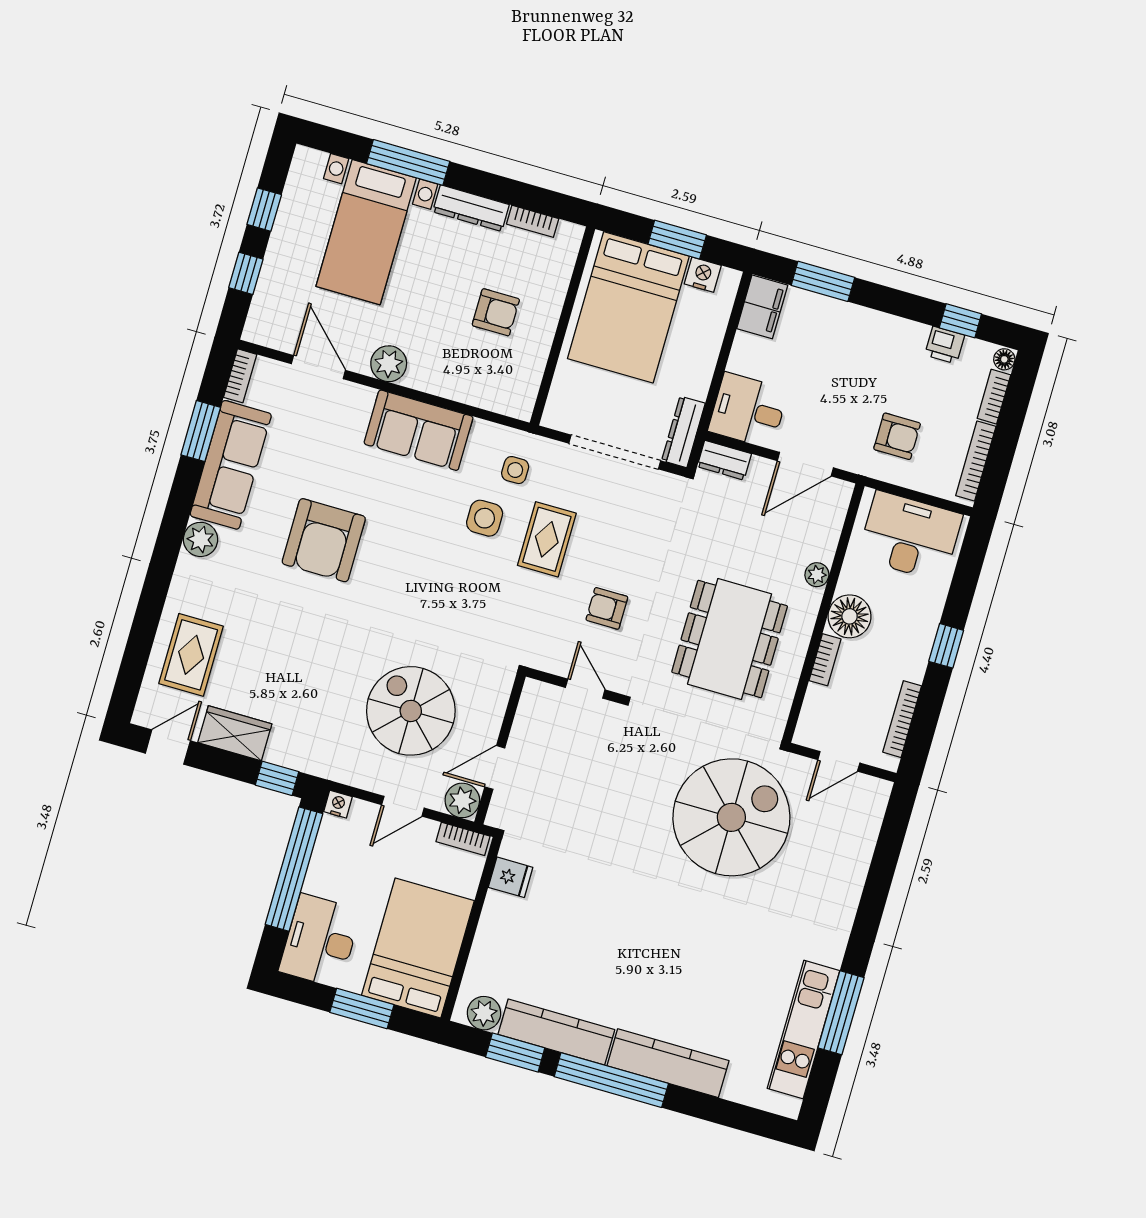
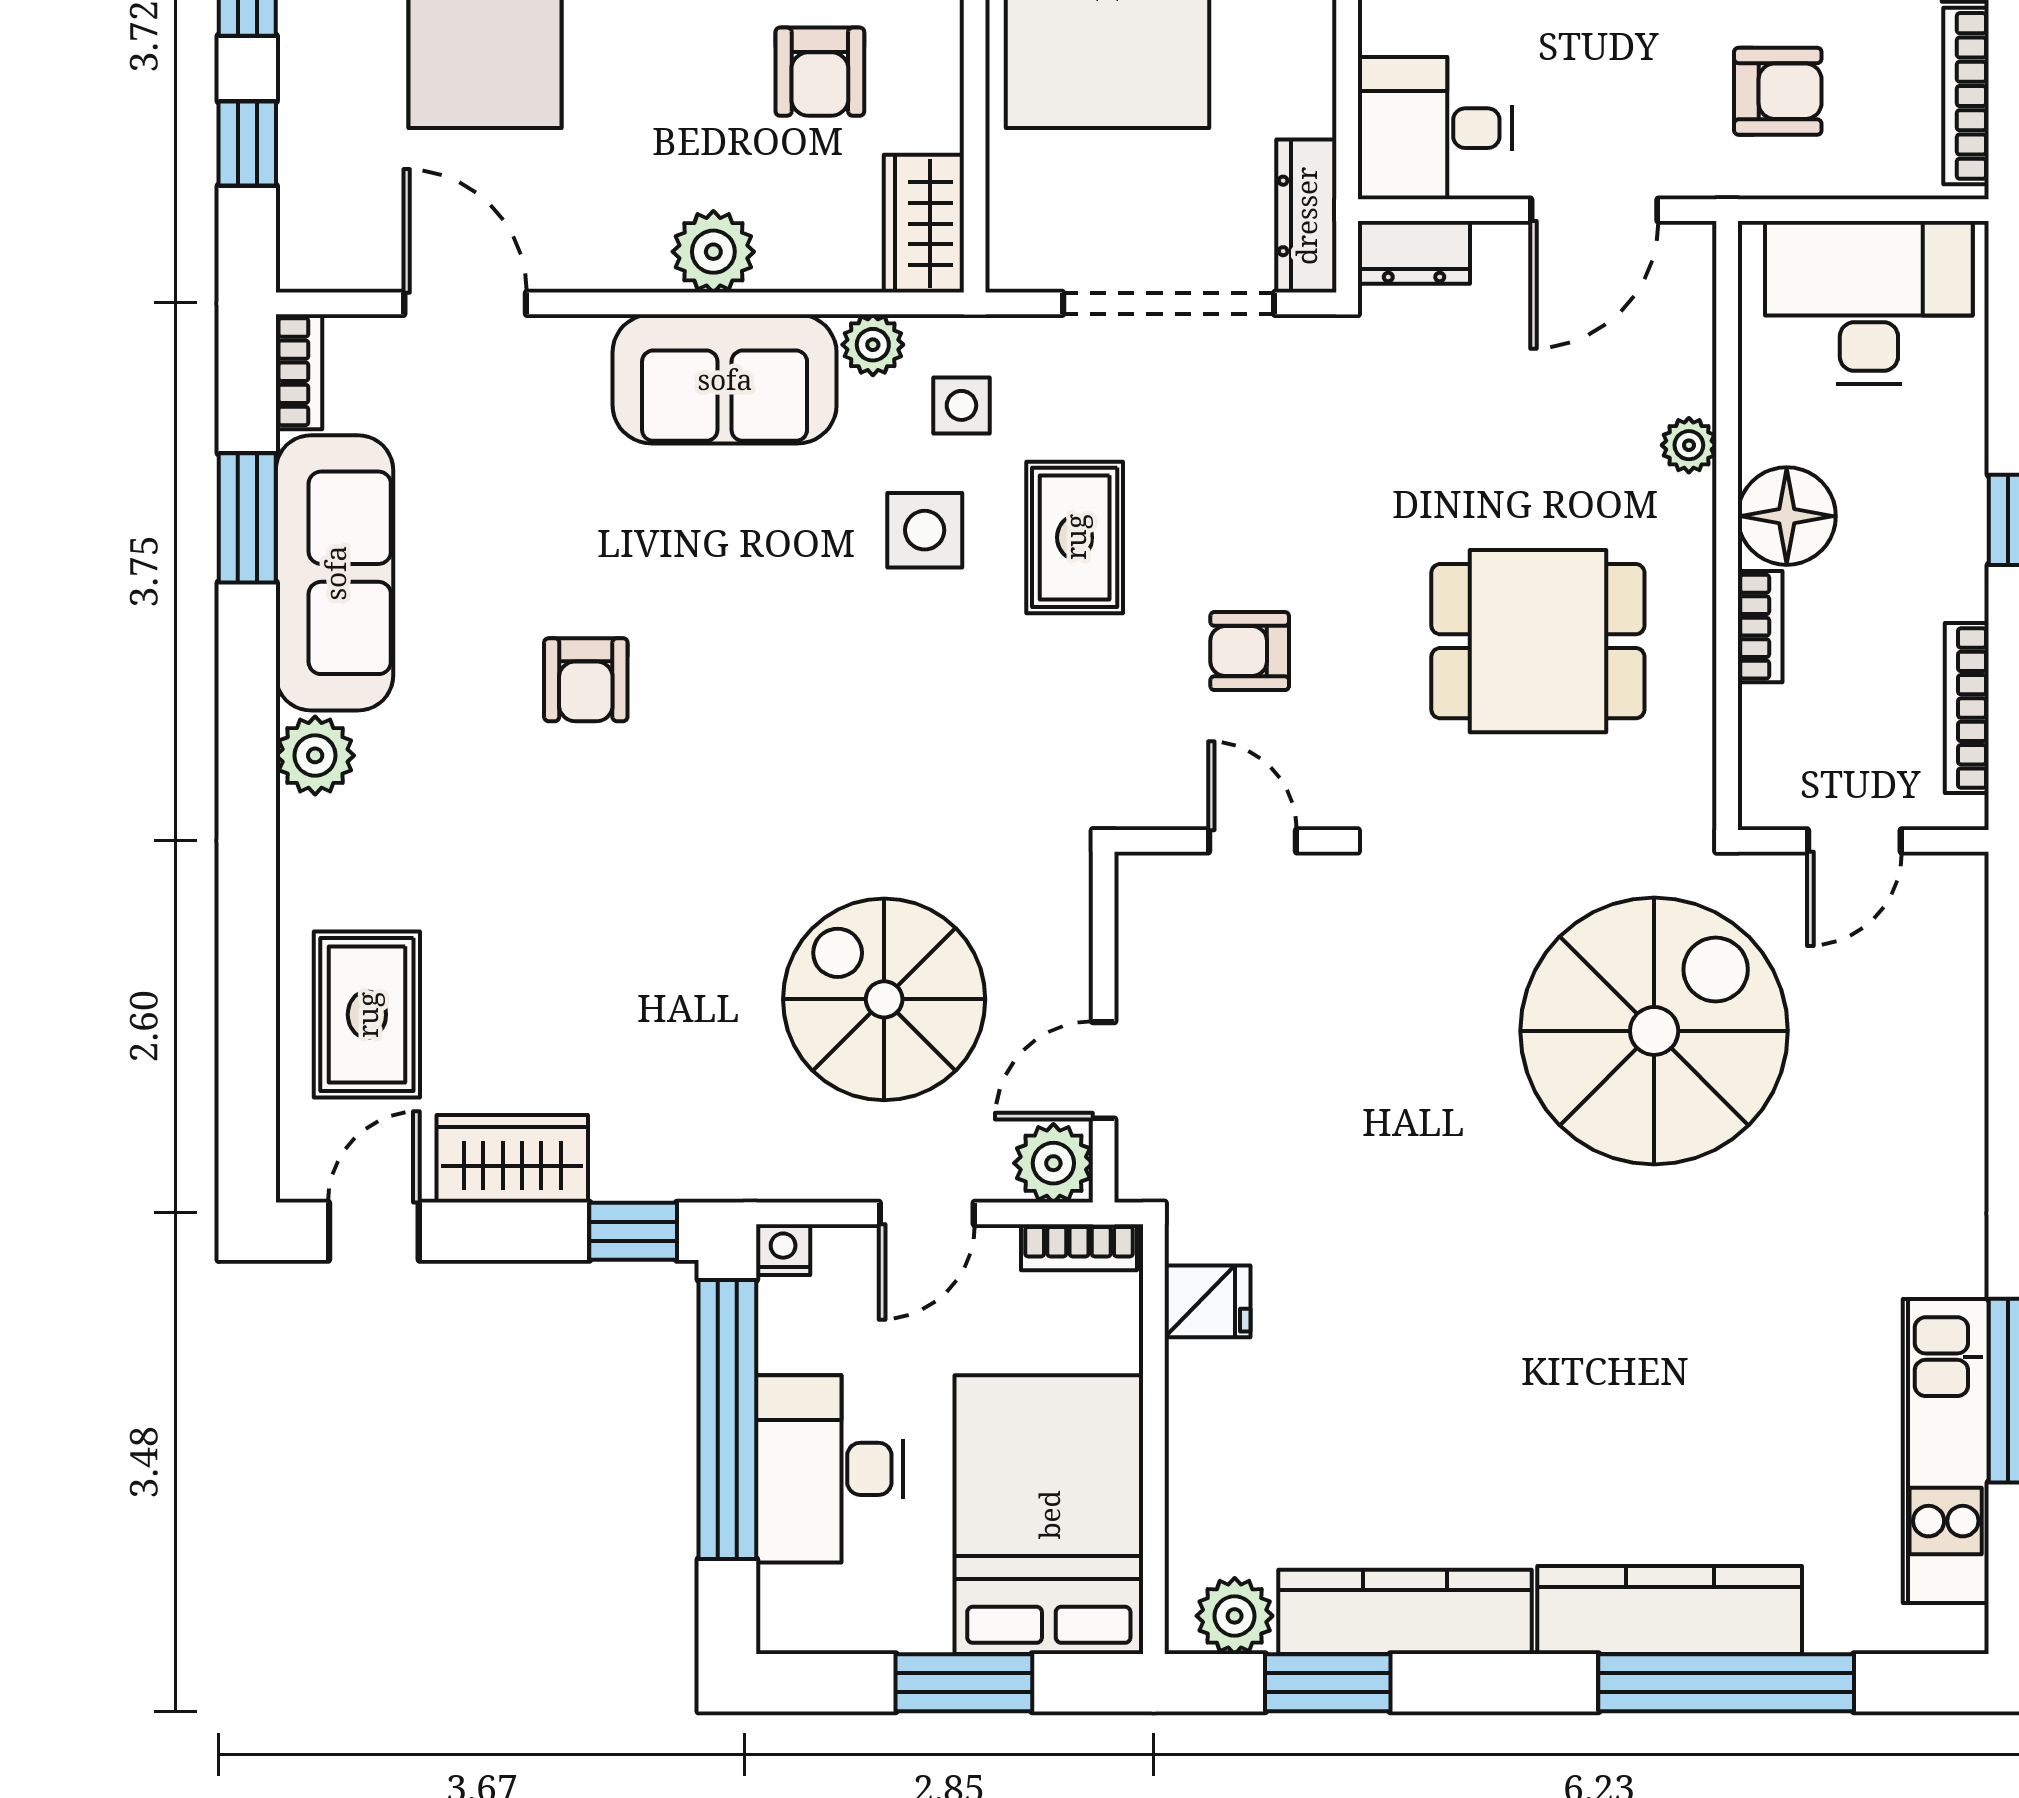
armchair: (496, 312) -> (820, 72), turned 90
plant: (389, 364) -> (713, 252), moved
wardrobe: (521, 389) -> (924, 224), added
plant: (485, 434) -> (873, 345), added
armchair: (324, 540) -> (586, 680), width x0.53, depth x0.53
dining table: (730, 639) -> (1538, 641), width x0.73
desk: (320, 941) -> (830, 1469), moved
window: (611, 1080) -> (1726, 1683), moved

